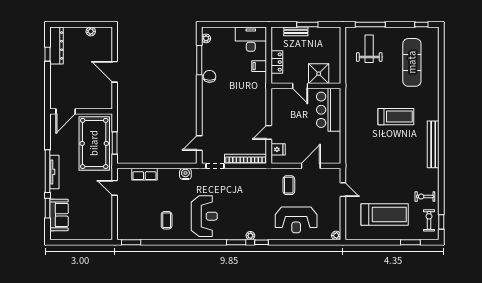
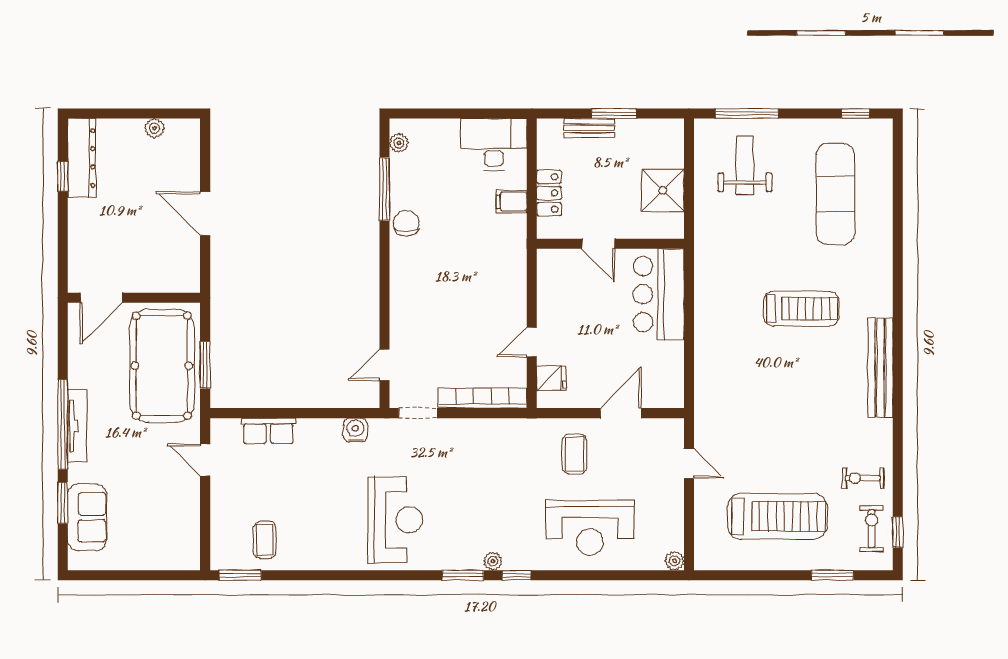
shower: (319, 74) -> (663, 190), moved
coffee table: (167, 220) -> (265, 540), moved

